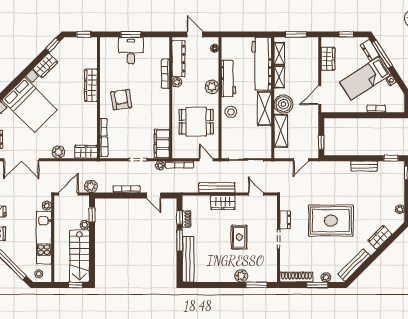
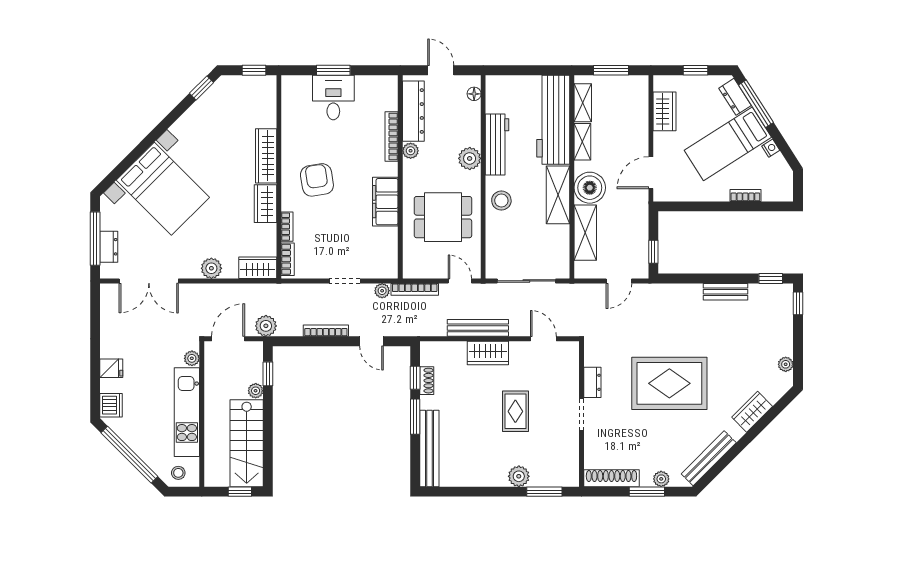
wardrobe: (45, 65) -> (266, 204), moved, turned 135
filing cabinet: (162, 144) -> (385, 202), moved

